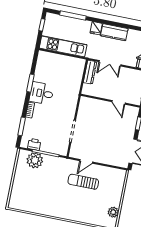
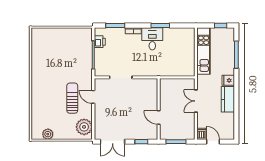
dresser: (90, 72) -> (183, 83), removed
door: (118, 102) -> (159, 117), hinge flipped
plant: (35, 160) -> (84, 127), moved

